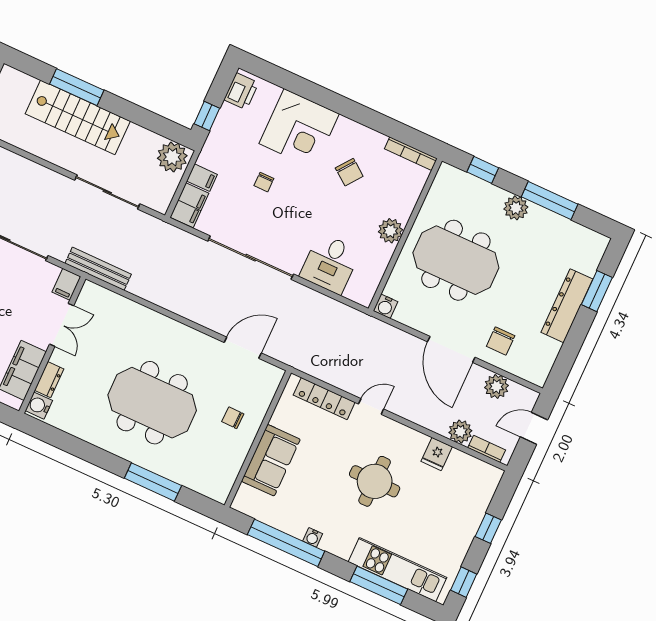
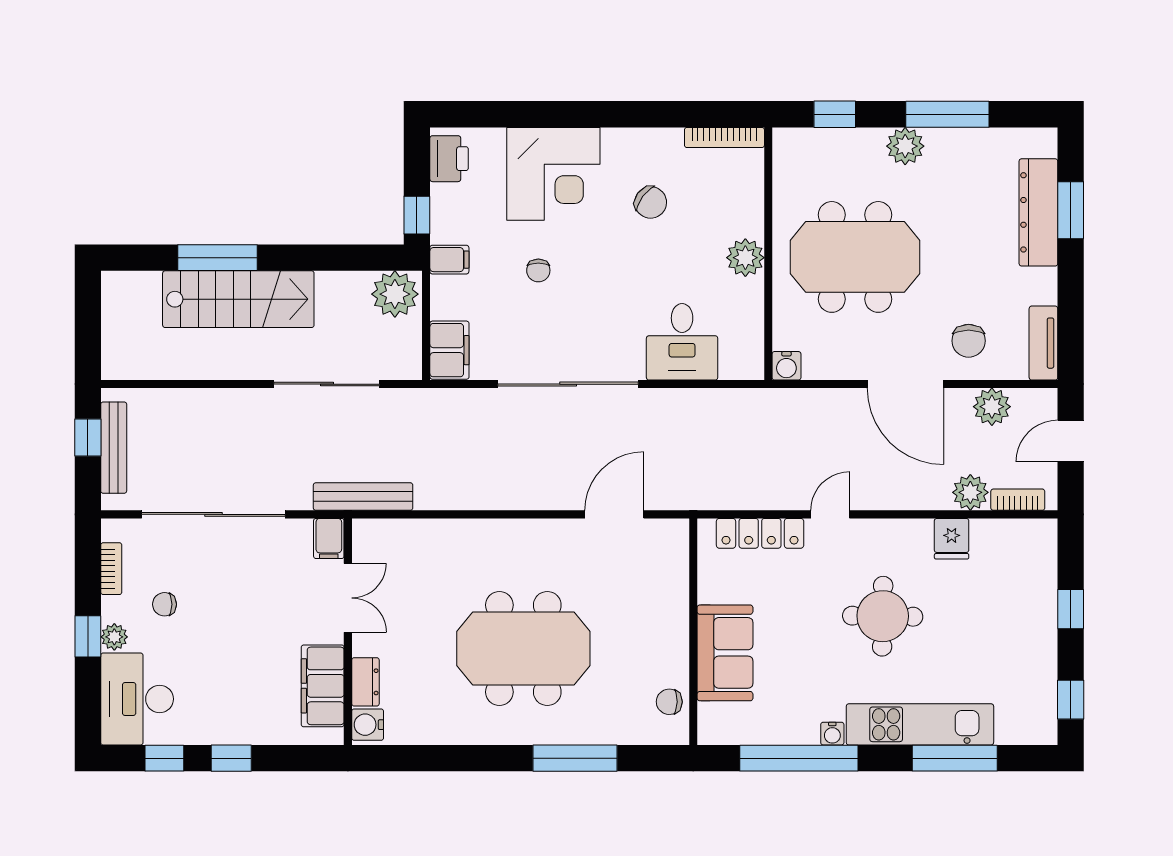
filing cabinet: (202, 178) -> (449, 260), moved
dresser: (567, 306) -> (1038, 212), moved
tv unit: (544, 363) -> (1043, 343), added
chair: (233, 418) -> (669, 702), moved
kitchen unit: (397, 570) -> (920, 724), moved

